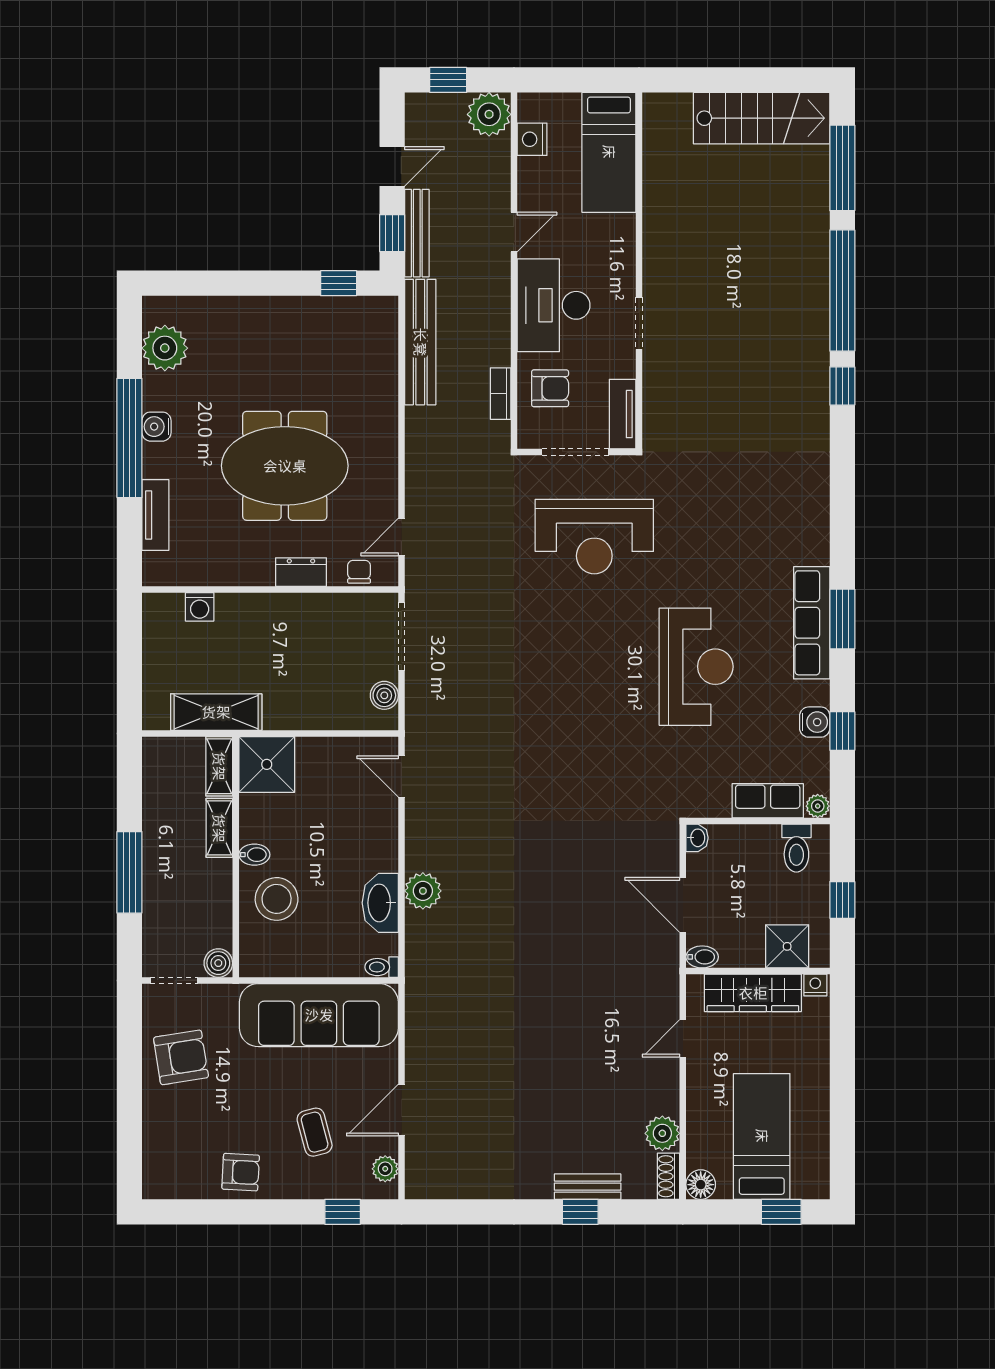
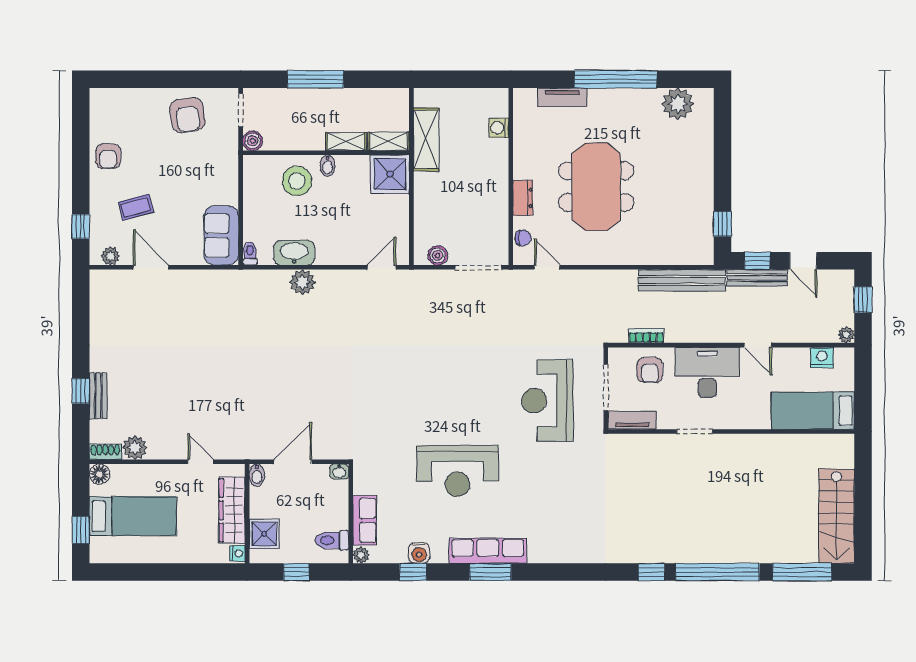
plant: (489, 114) -> (846, 335), width x0.53, depth x0.53
water cooler: (156, 427) -> (623, 98), removed
sofa: (319, 1015) -> (221, 235), width x0.54, depth x0.79

